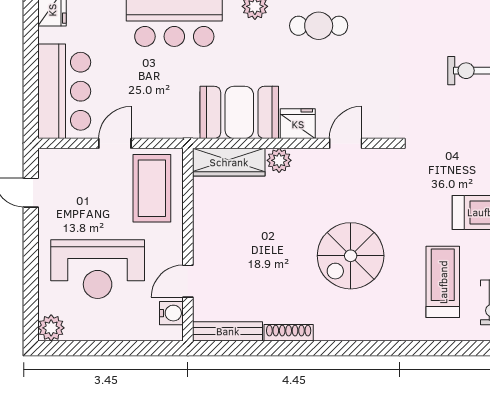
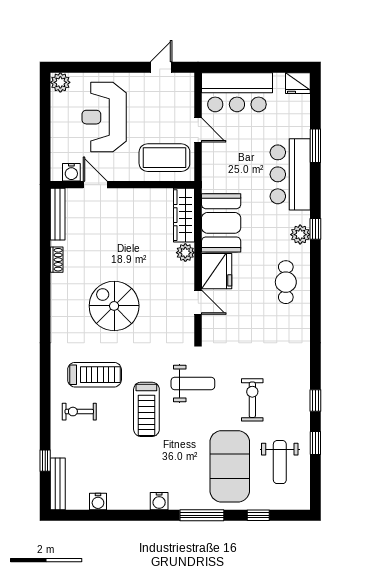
fridge: (298, 124) -> (217, 271), width x1.36, depth x1.34
weight bench: (454, 150) -> (193, 383), added
shoe rack: (289, 333) -> (57, 260), width x0.70

